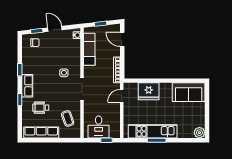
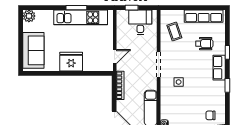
fridge: (149, 91) -> (71, 62), moved
sofa: (189, 92) -> (33, 50), moved, turned 90

